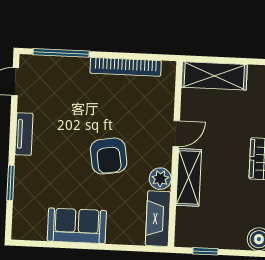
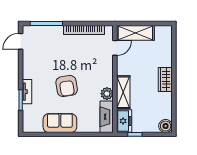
tv unit: (24, 134) -> (27, 92), moved
door: (176, 134) -> (115, 48), moved
armchair: (109, 156) -> (67, 86), moved
freezer: (188, 227) -> (124, 121), added

